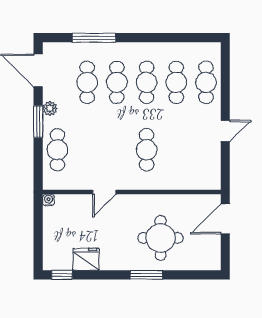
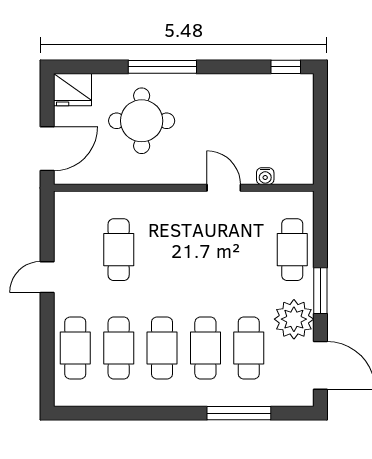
plant: (50, 108) -> (294, 319), width x1.88, depth x1.88
cafe table: (147, 150) -> (119, 250), moved
door: (104, 192) -> (224, 188), hinge flipped
water cooler: (49, 200) -> (265, 176), moved
fridge: (86, 259) -> (72, 90), moved
window: (146, 275) -> (162, 67), width x1.44

